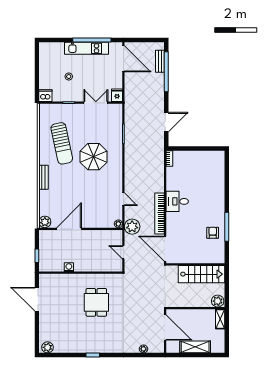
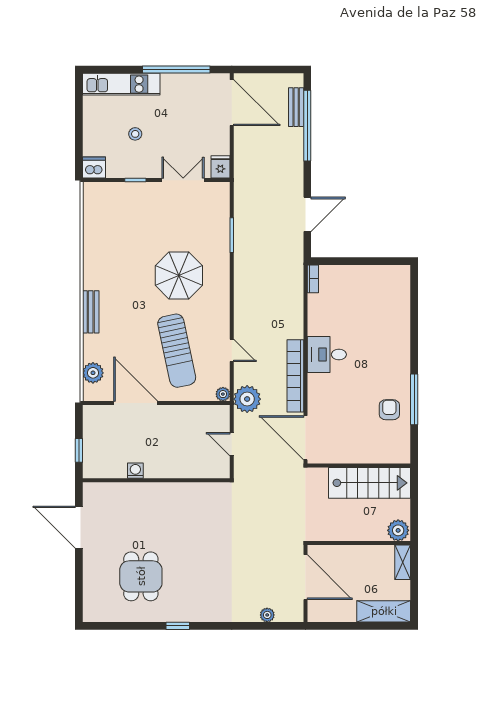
kitchen unit: (86, 48) -> (121, 84), moved
sun lounger: (62, 143) -> (177, 351), moved
plant: (45, 222) -> (93, 373), moved
door: (69, 229) -> (136, 403), hinge flipped
dining table: (96, 302) -> (141, 576), moved
plant: (48, 347) -> (98, 612), removed
shelving: (195, 347) -> (384, 611), moved

